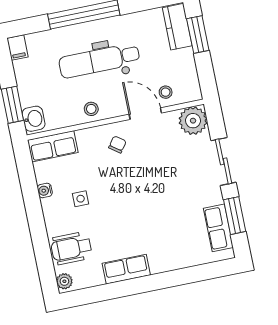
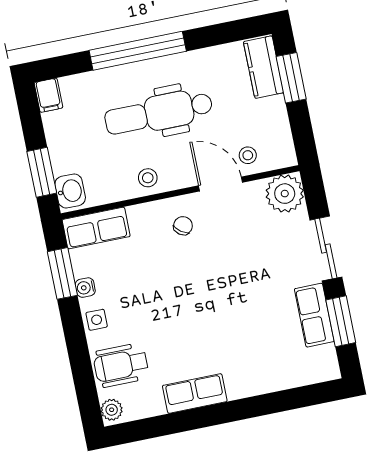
window: (28, 180) -> (62, 273), added
side table: (81, 199) -> (97, 320), moved
row of seats: (218, 228) -> (314, 315), moved

